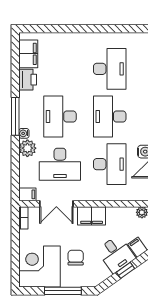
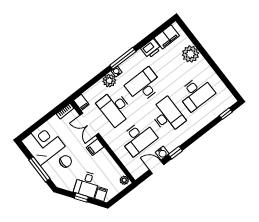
plant: (65, 43) -> (190, 54), added
desk: (110, 117) -> (167, 116), turned 90
filing cabinet: (92, 216) -> (95, 147), width x0.50

